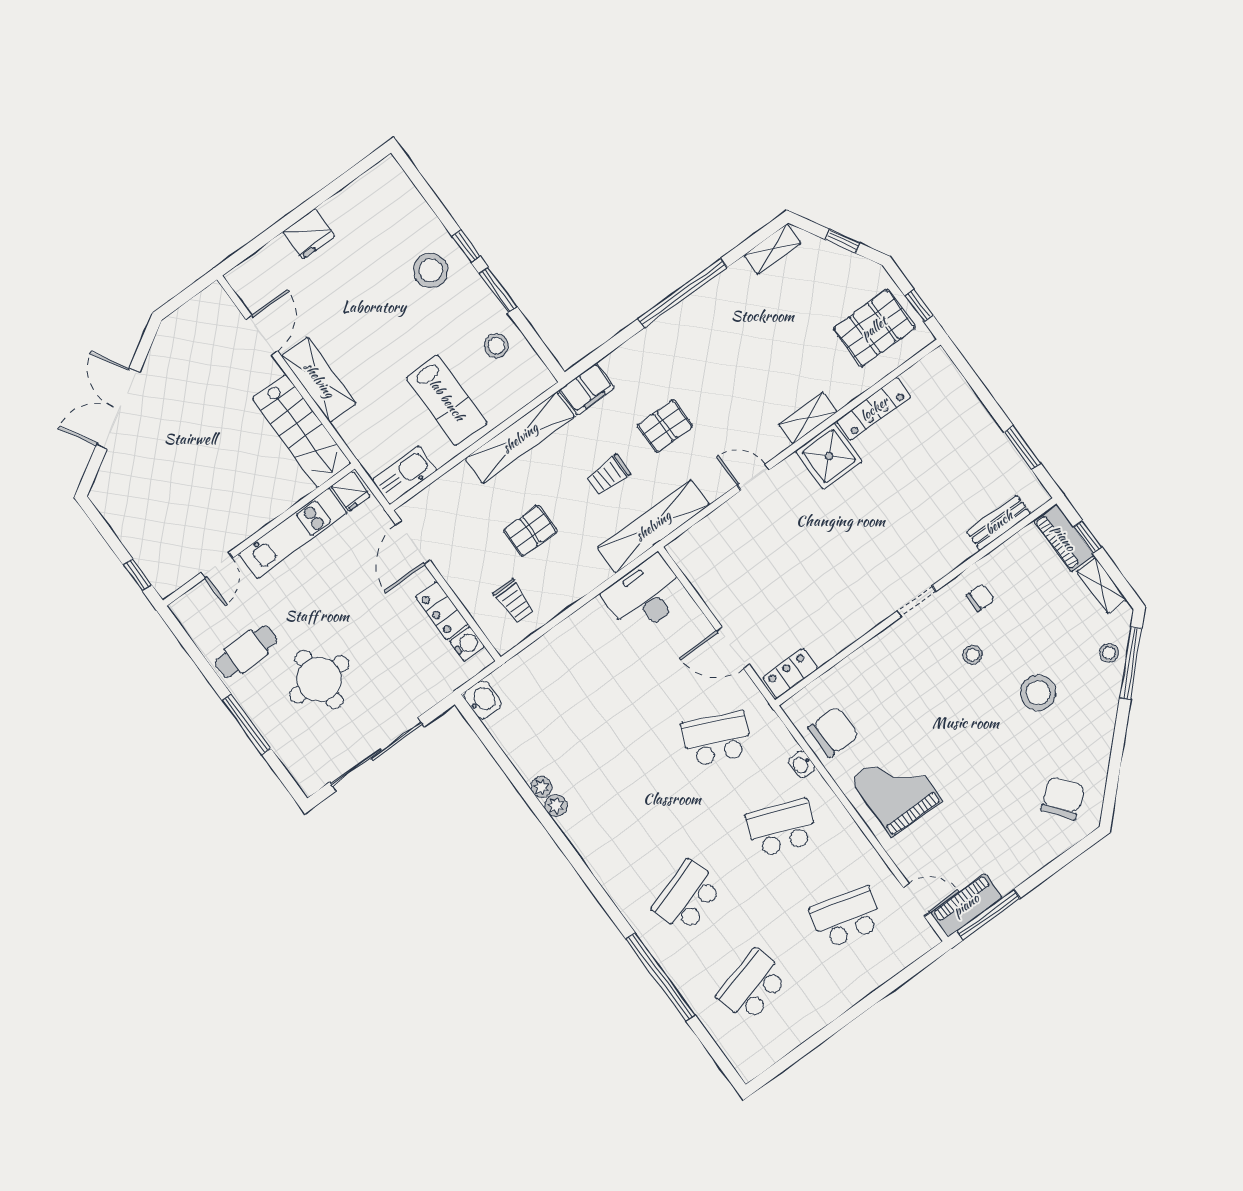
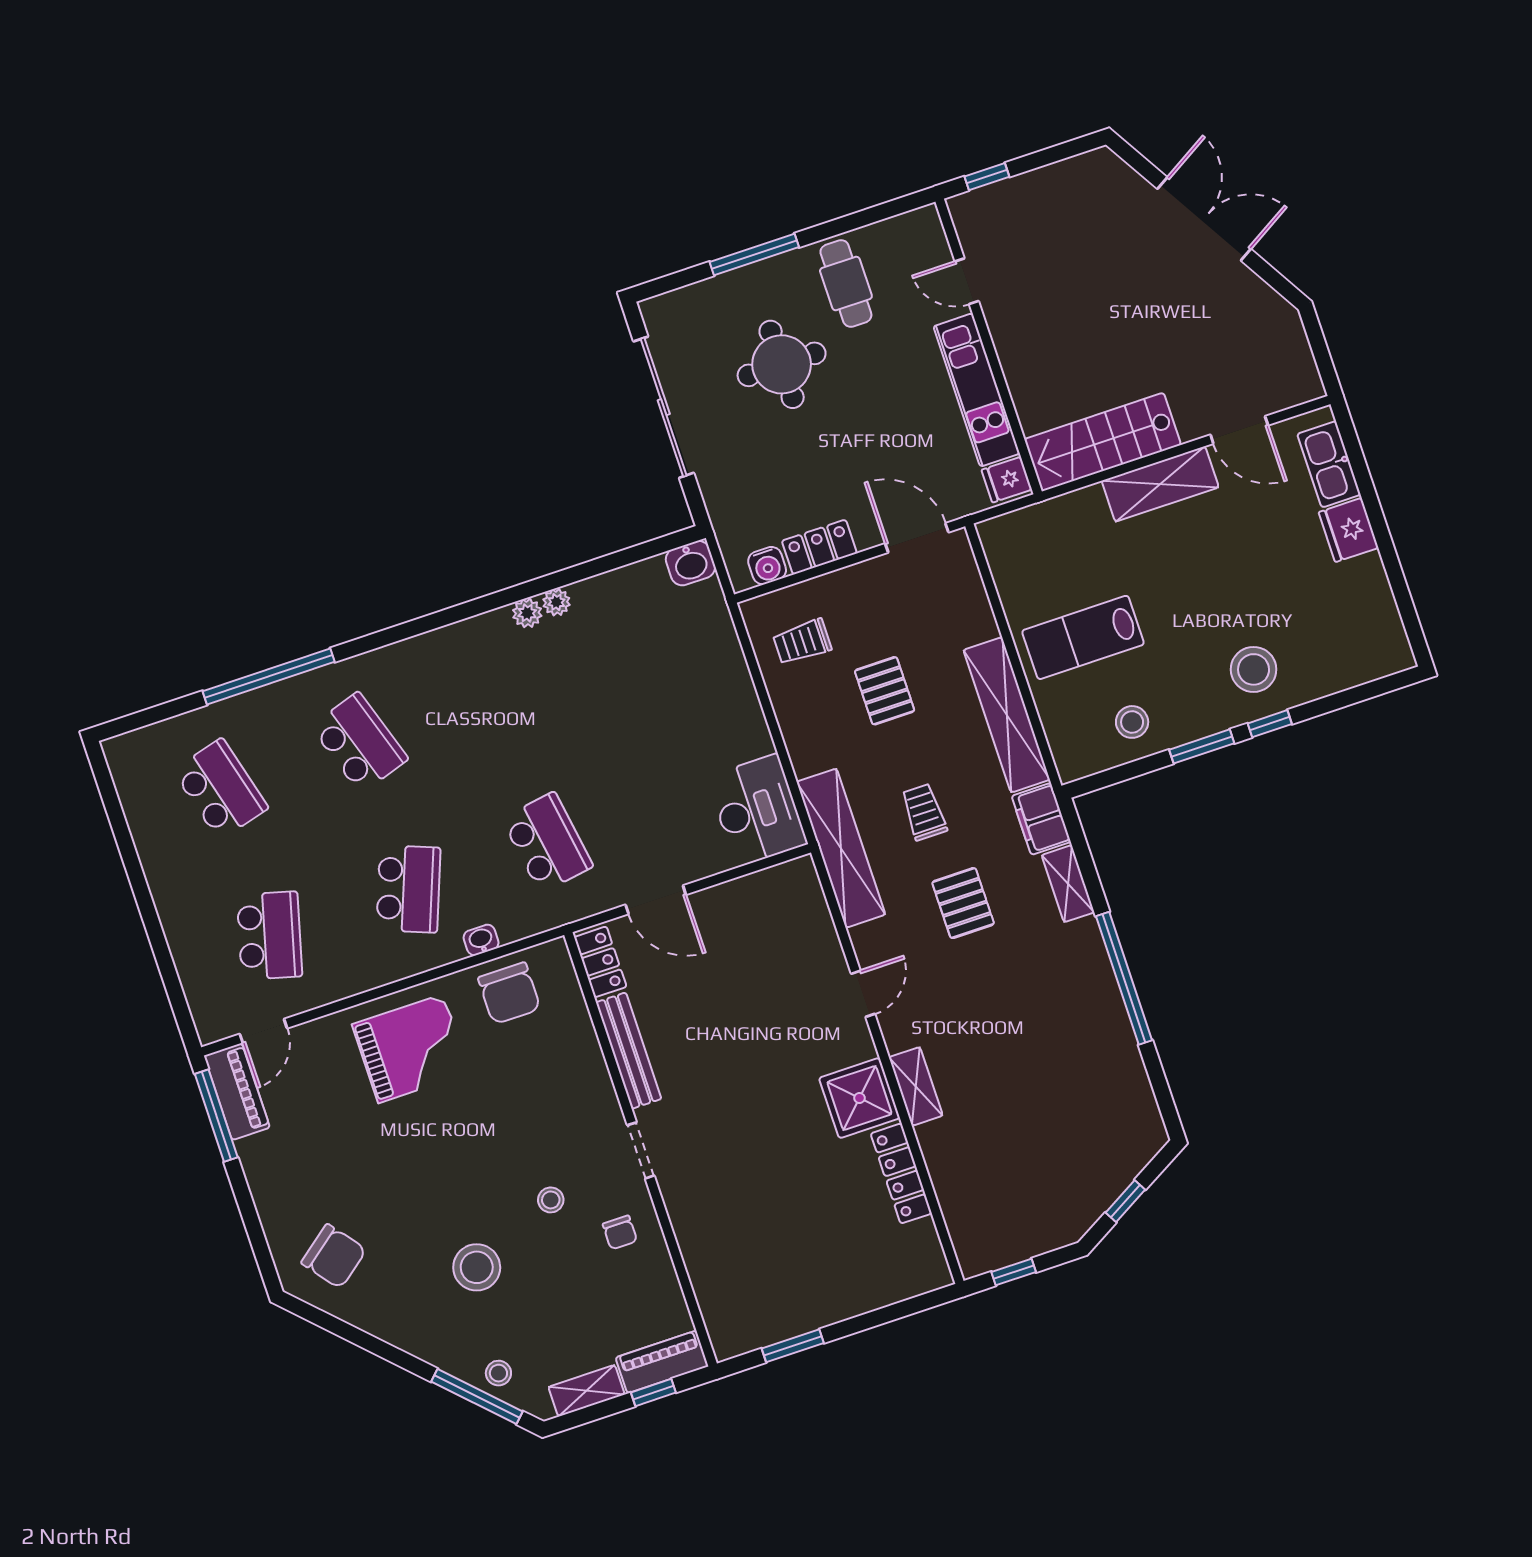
shelving: (772, 249) -> (1068, 884), moved
pallet: (874, 328) -> (1003, 1207), removed
kitchen sink: (404, 475) -> (1329, 464), moved, turned 180
bench: (999, 523) -> (629, 1051), moved, width x1.36
door: (733, 648) -> (656, 900), swing flipped
school desk: (716, 739) -> (547, 843), turned -33

